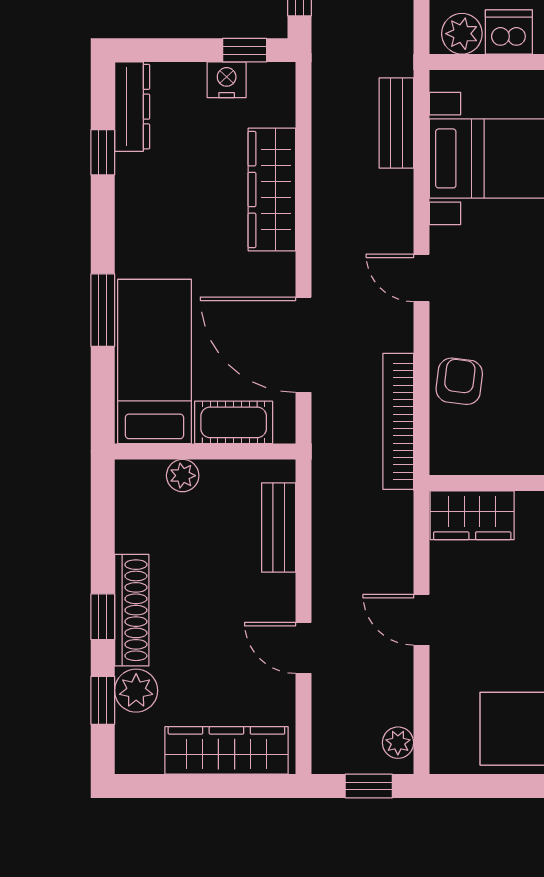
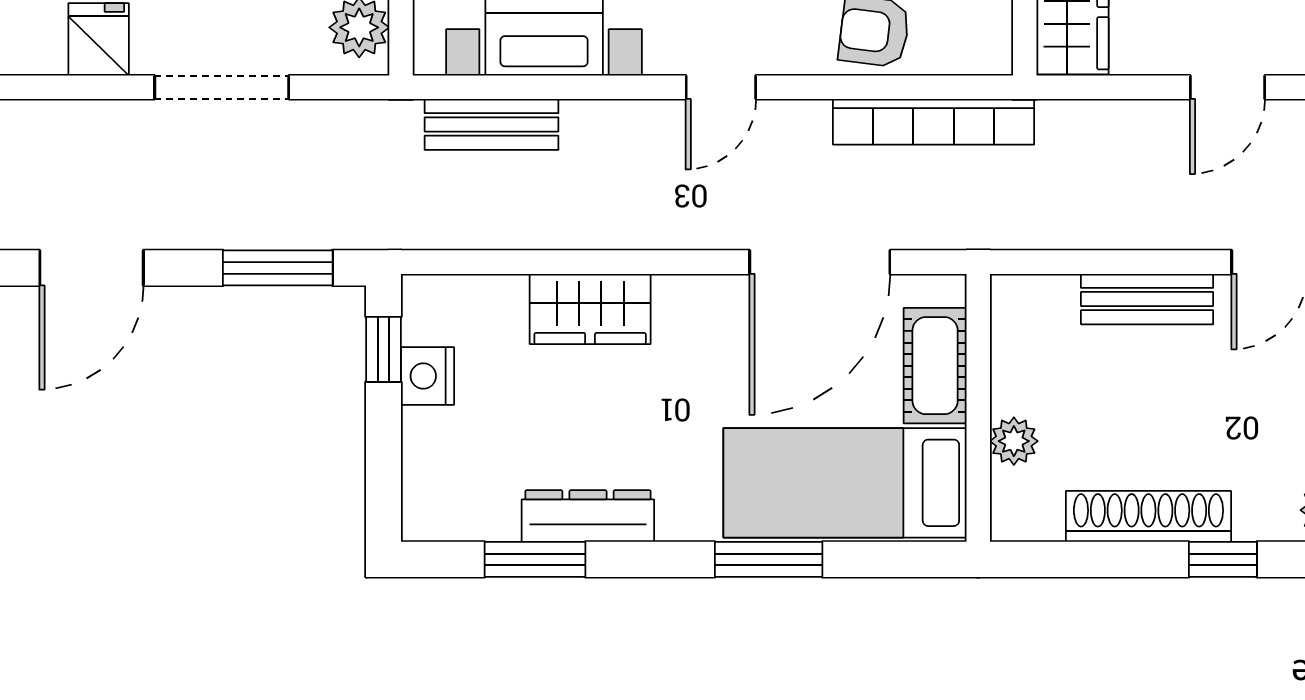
dresser: (132, 107) -> (588, 516), moved
window: (103, 152) -> (535, 559), width x1.50
wardrobe: (272, 190) -> (590, 309), width x0.67
bench: (279, 528) -> (1147, 299), moved
shoe rack: (132, 610) -> (1148, 516), moved

